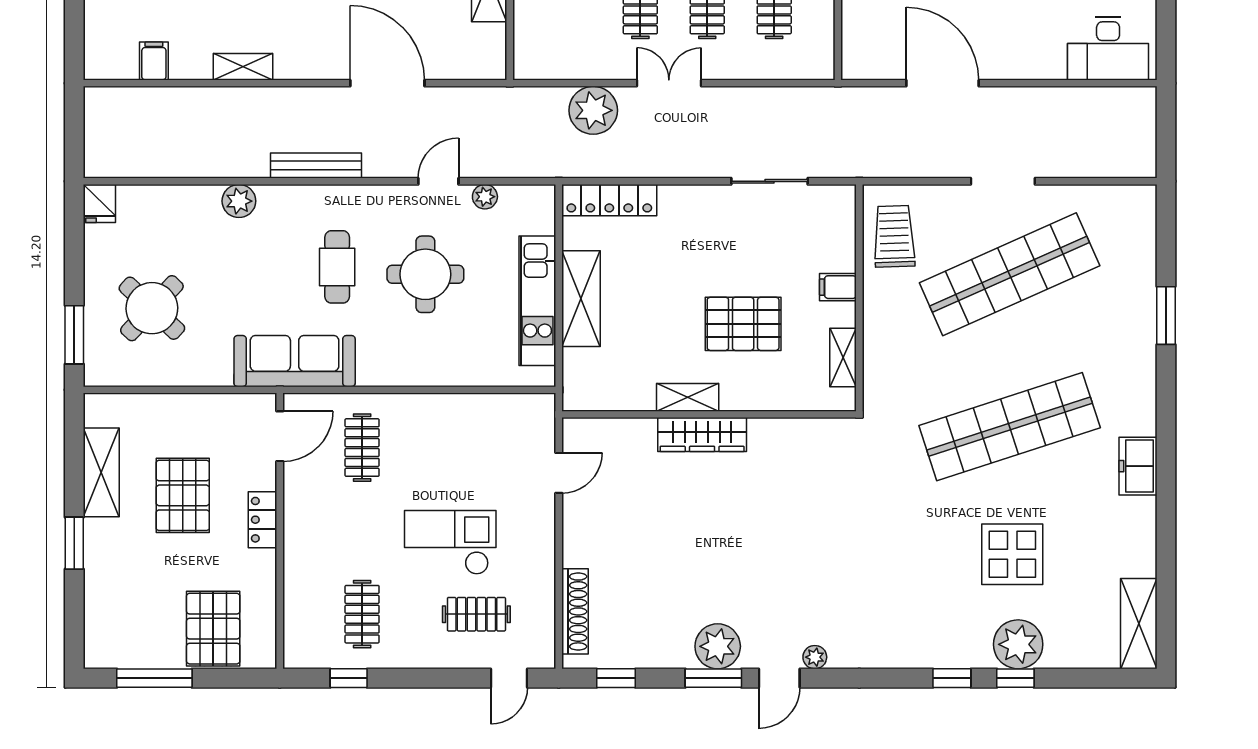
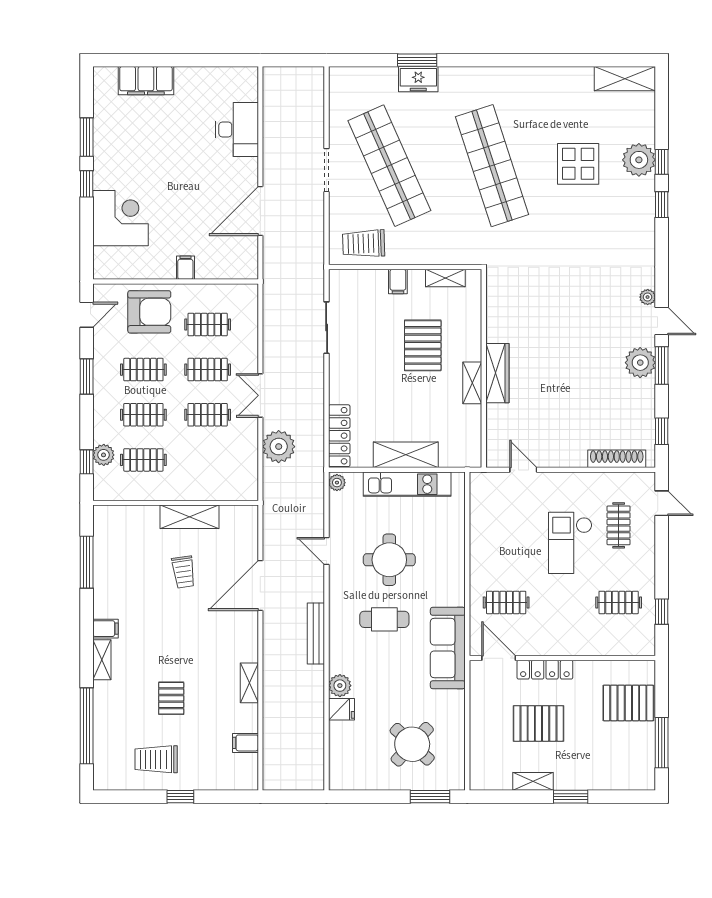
desk: (1108, 48) -> (237, 129), moved
plant: (485, 197) -> (337, 483), moved
fridge: (99, 203) -> (341, 709), moved
freezer: (1138, 466) -> (418, 79), moved
shelving: (101, 472) -> (533, 781), width x0.67, depth x0.75
locker: (262, 520) -> (545, 670), width x1.53

